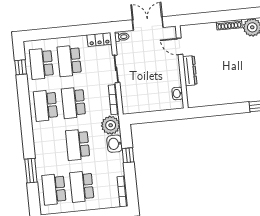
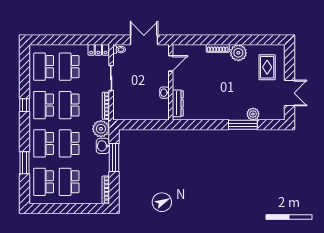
door: (180, 46) -> (171, 63), swing flipped
window: (21, 67) -> (25, 105), moved
dresser: (190, 71) -> (178, 103), moved
washbasin: (177, 93) -> (164, 93), moved
school desk: (50, 147) -> (44, 143), added
window: (128, 155) -> (114, 158), width x2.17

